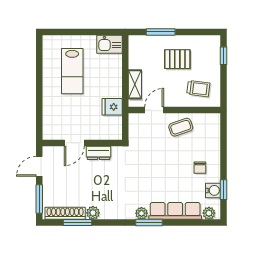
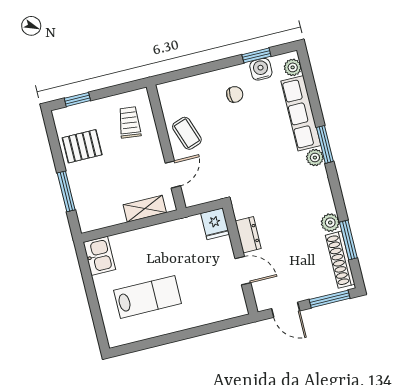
pallet: (177, 59) -> (82, 146), moved, turned 90
fridge: (112, 107) -> (215, 224), moved
door: (154, 110) -> (173, 174), swing flipped

